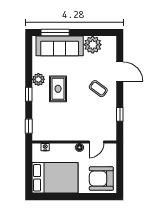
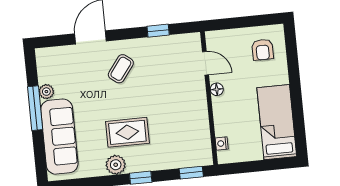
window: (55, 32) -> (35, 108), moved
plant: (93, 45) -> (46, 92), width x0.53, depth x0.53
bed: (55, 178) -> (277, 122), width x0.67
armchair: (101, 179) -> (263, 50), width x0.53, depth x0.53

